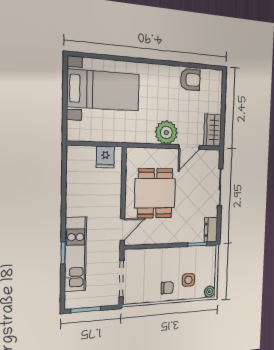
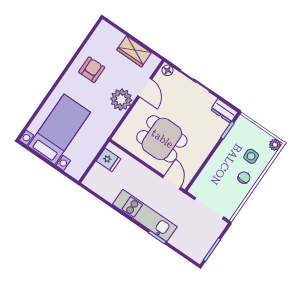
armchair: (190, 80) -> (92, 70), moved
wardrobe: (213, 130) -> (134, 51), moved
floor lamp: (215, 157) -> (168, 70), added
kitchen unit: (75, 254) -> (145, 216), moved

